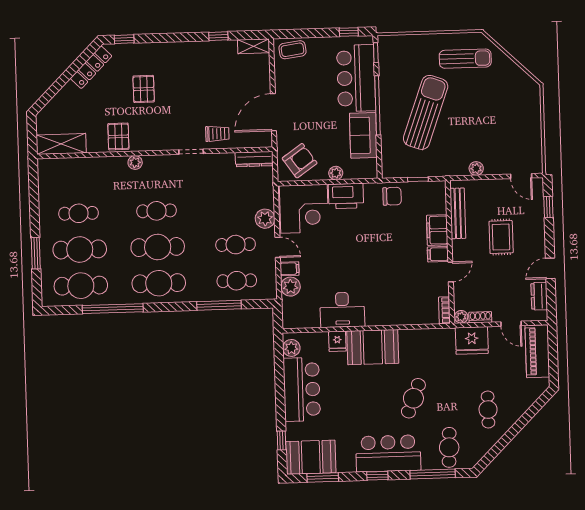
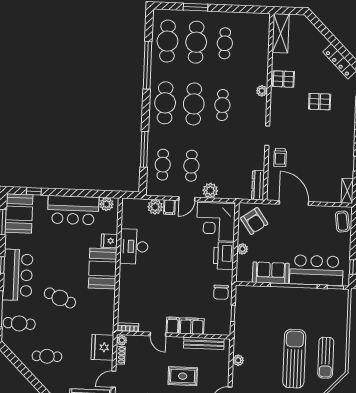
sun lounger: (426, 112) -> (294, 359), moved, turned -110

